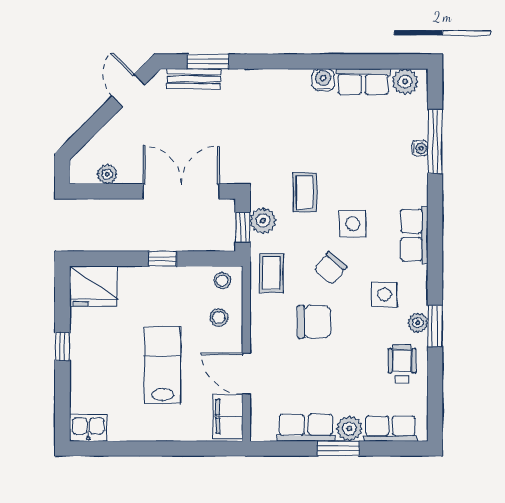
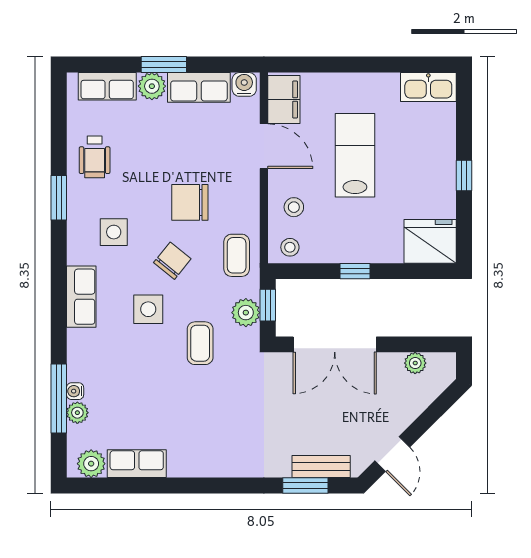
water cooler: (323, 80) -> (244, 84), moved, turned 180
plant: (418, 323) -> (77, 413), moved
lab bench: (163, 365) -> (355, 155), turned 180
kitchen sink: (88, 428) -> (428, 87), width x1.38

